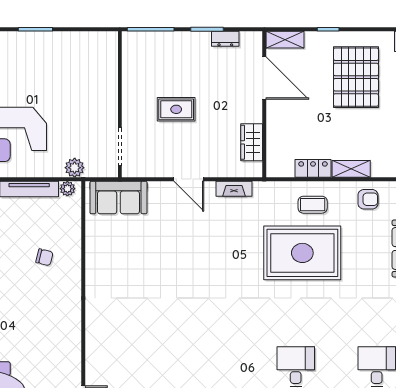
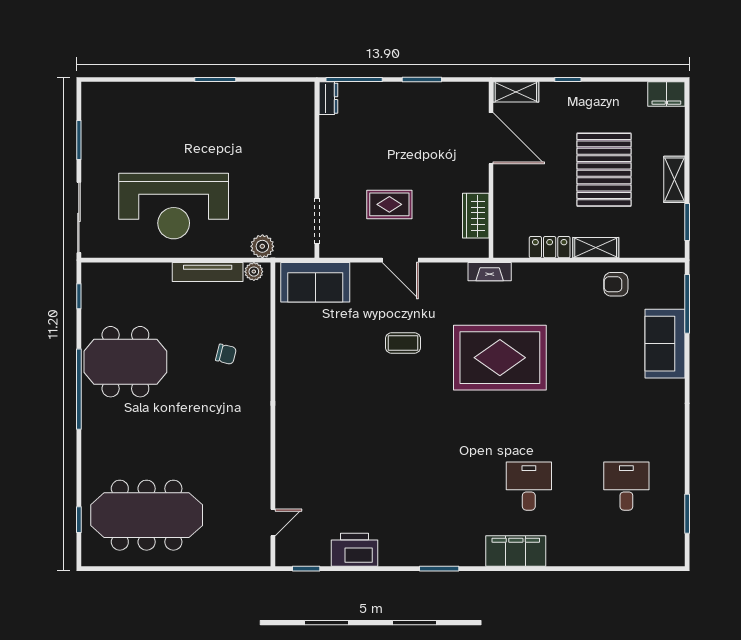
dresser: (225, 39) -> (328, 98), moved, turned -90
pallet: (356, 77) -> (604, 170), moved
rug: (176, 109) -> (389, 204), moved
fireplace: (234, 189) -> (490, 272), moved
armchair: (368, 199) -> (616, 284), turned 180
coffee table: (313, 205) -> (403, 343), moved
rug: (302, 253) -> (500, 358), moved

